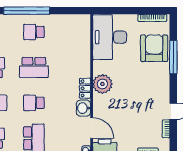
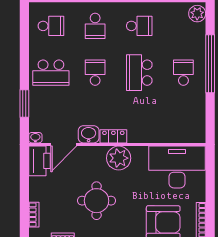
round table: (137, 102) -> (97, 201), added

